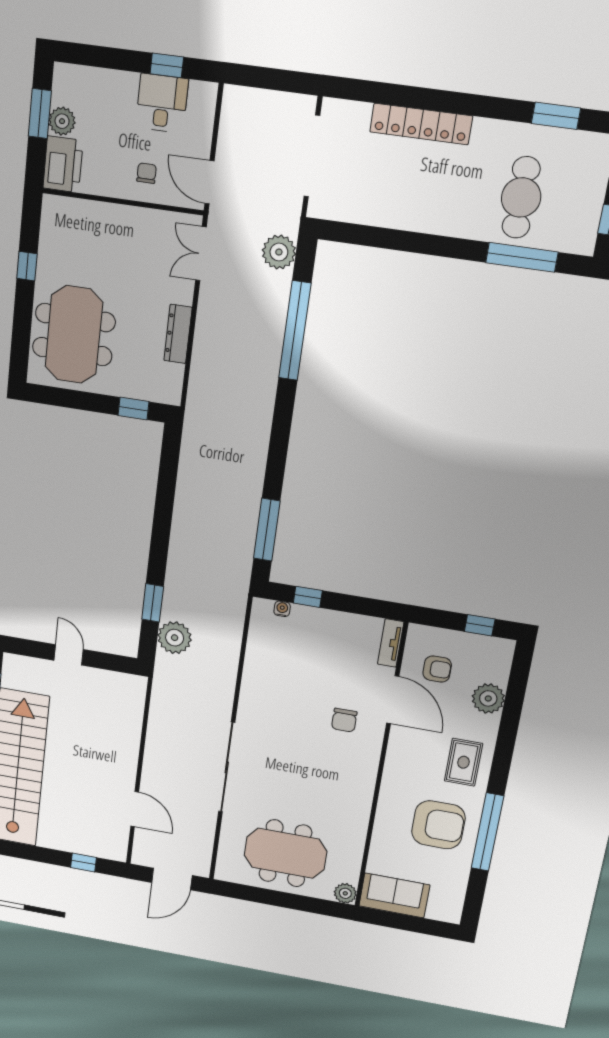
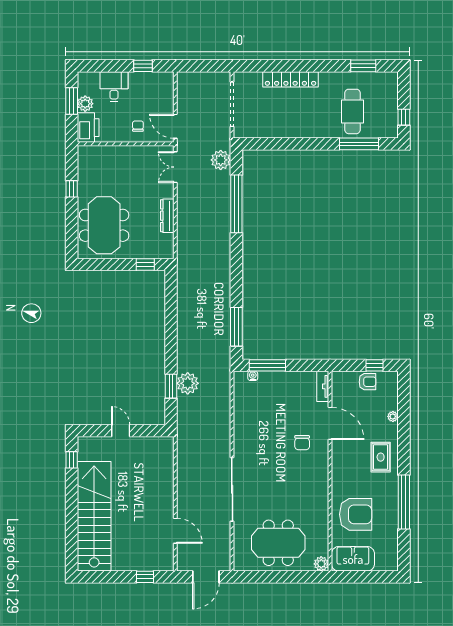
desk: (162, 103) -> (114, 87), moved
window: (308, 597) -> (267, 365), width x2.17
plant: (175, 638) -> (188, 383), moved
armchair: (437, 669) -> (367, 382), moved
plant: (488, 698) -> (393, 416), width x0.53, depth x0.53
armchair: (438, 825) -> (356, 514), moved

